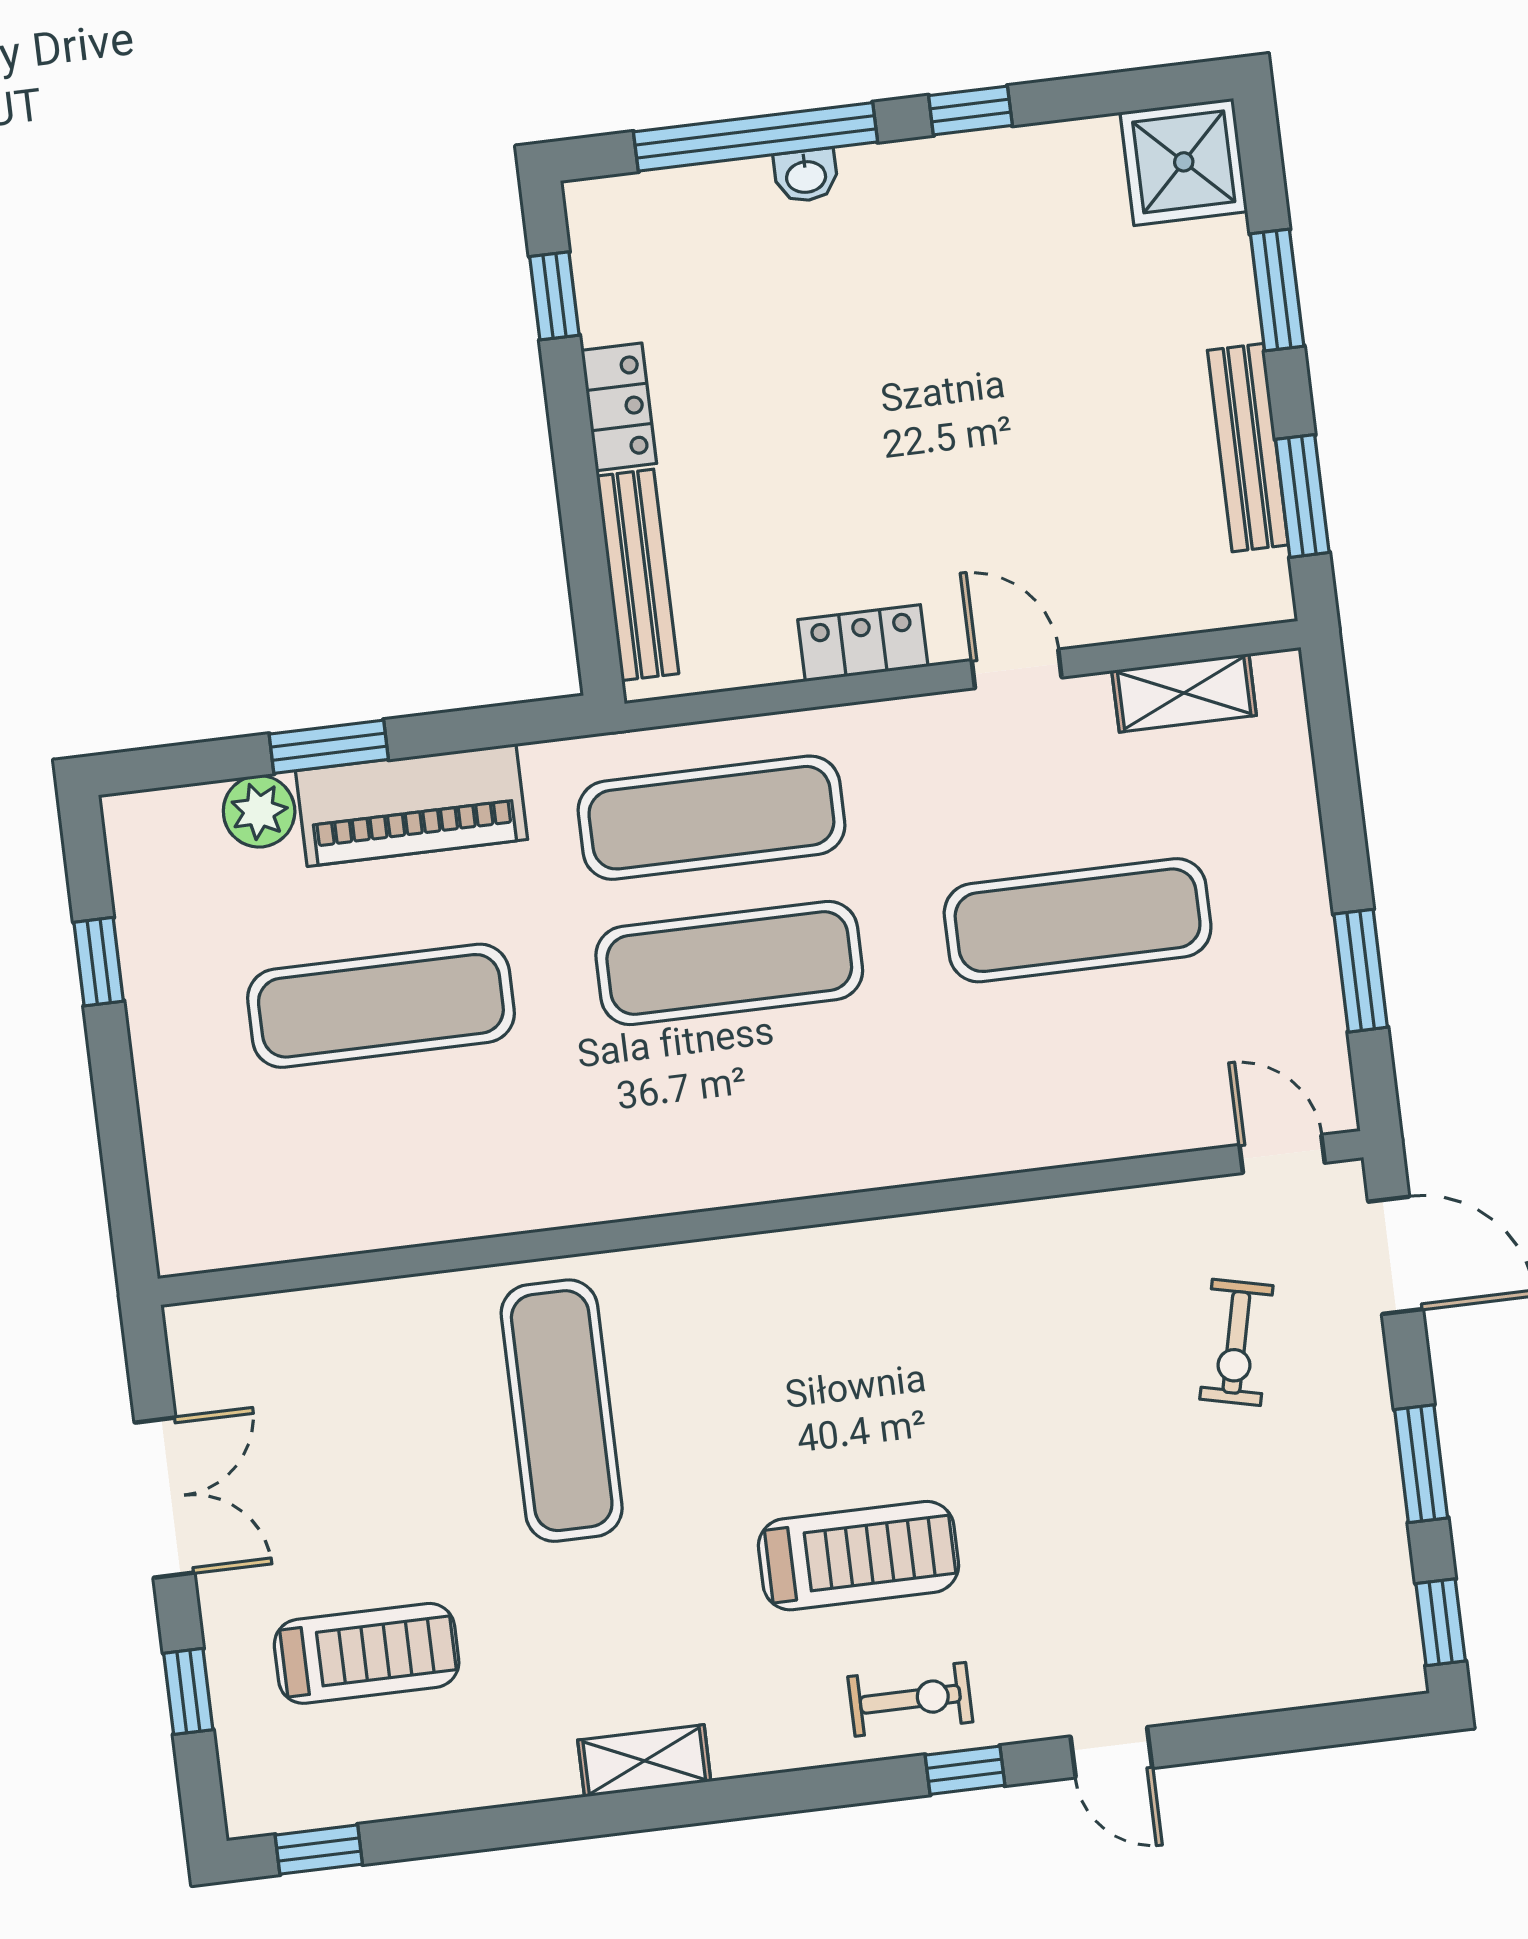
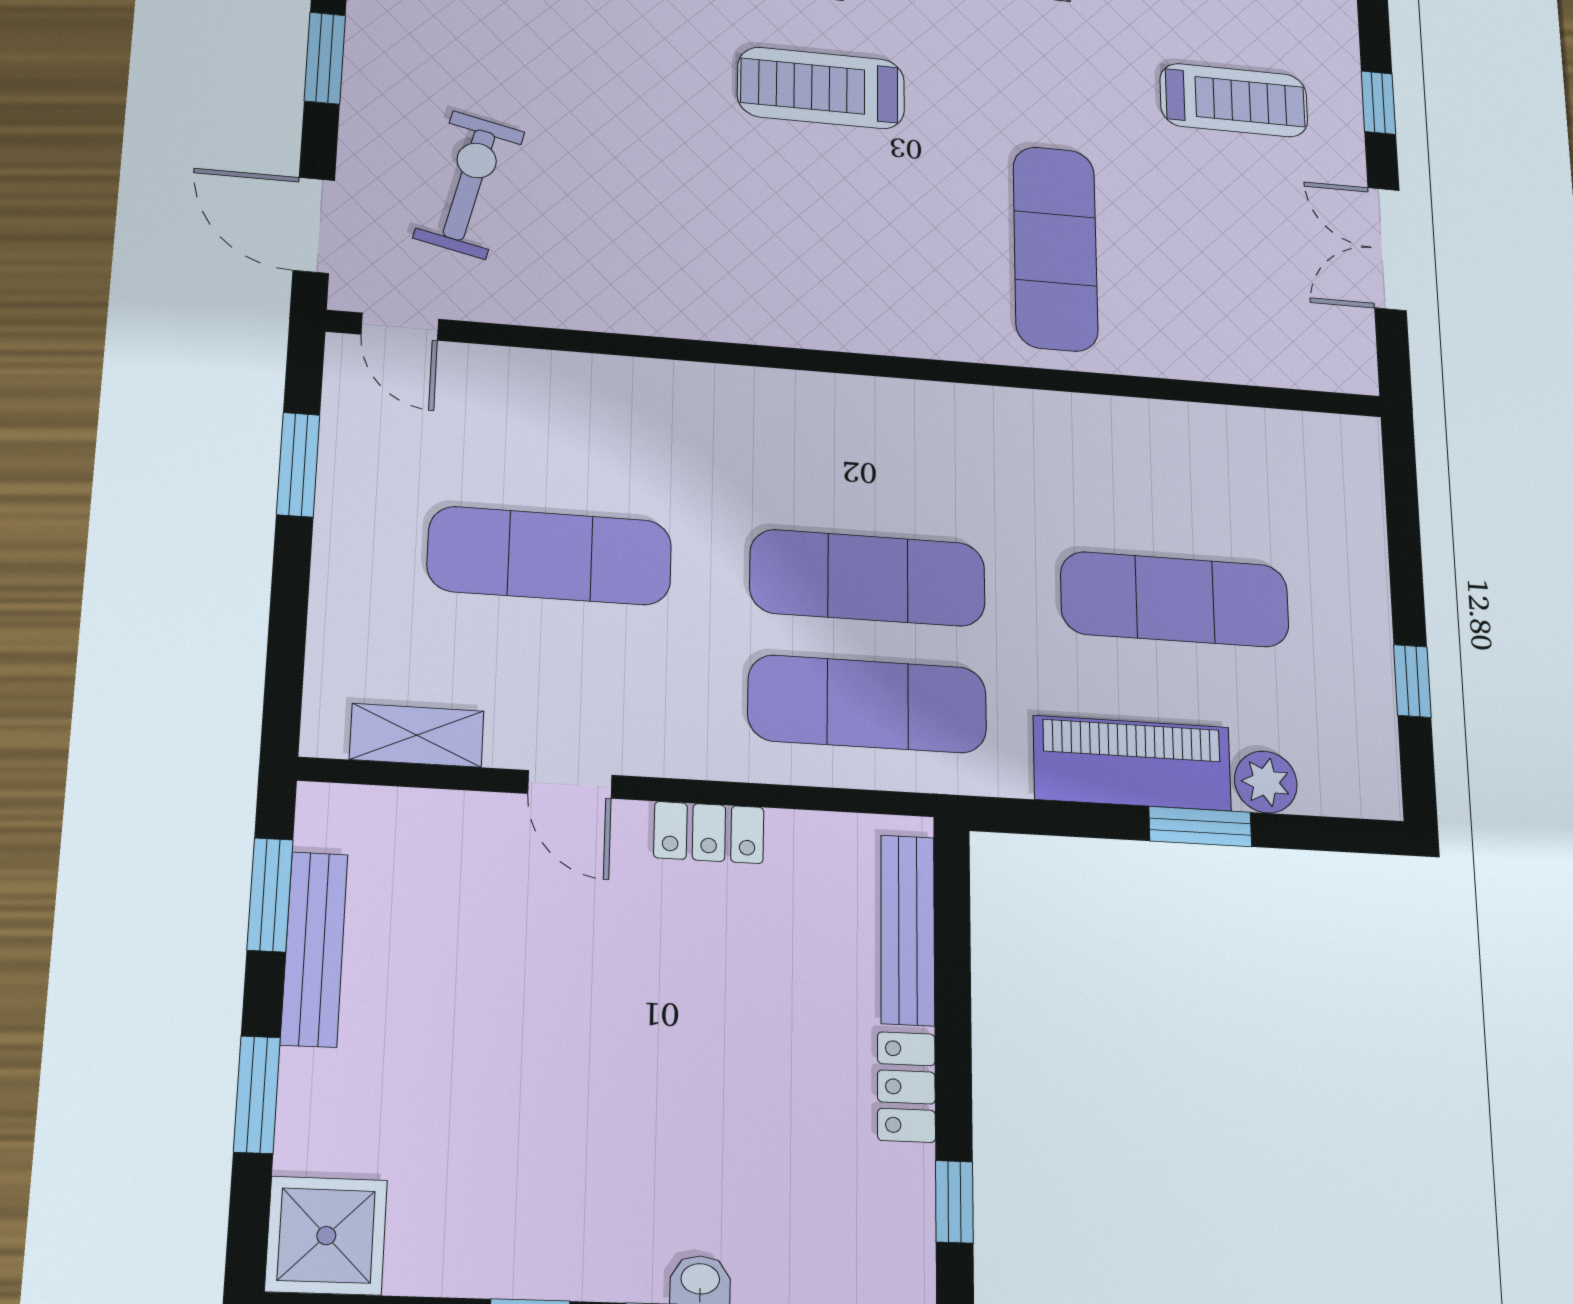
exercise bike: (1236, 1342) -> (469, 185), width x1.38, depth x1.39
treadmill: (367, 1653) -> (1234, 100), turned 180

